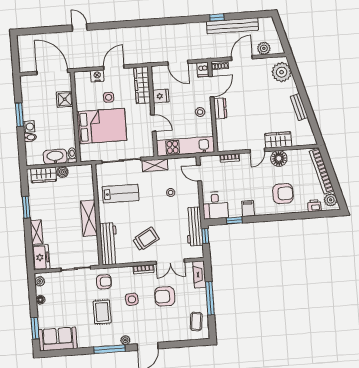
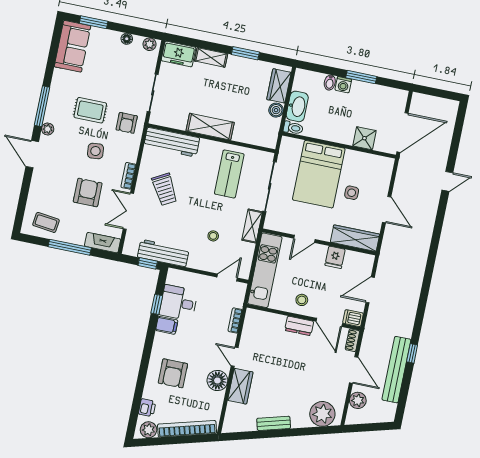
nightstand: (97, 76) -> (382, 186), removed
desk: (215, 205) -> (178, 303), moved

